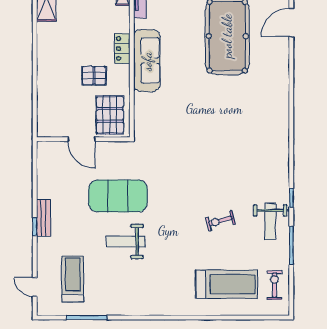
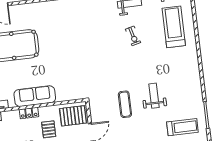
exercise mat: (118, 196) -> (125, 104), width x0.50, depth x0.69
weight bench: (126, 242) -> (154, 96), turned 180
treadmill: (73, 279) -> (182, 127), turned 180

